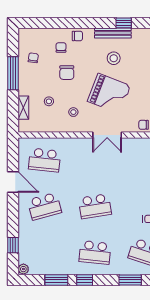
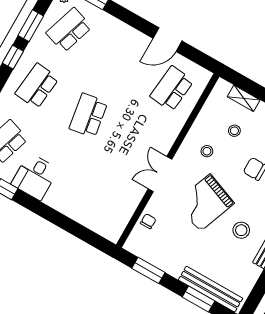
school desk: (45, 206) -> (69, 30), moved, turned 33

